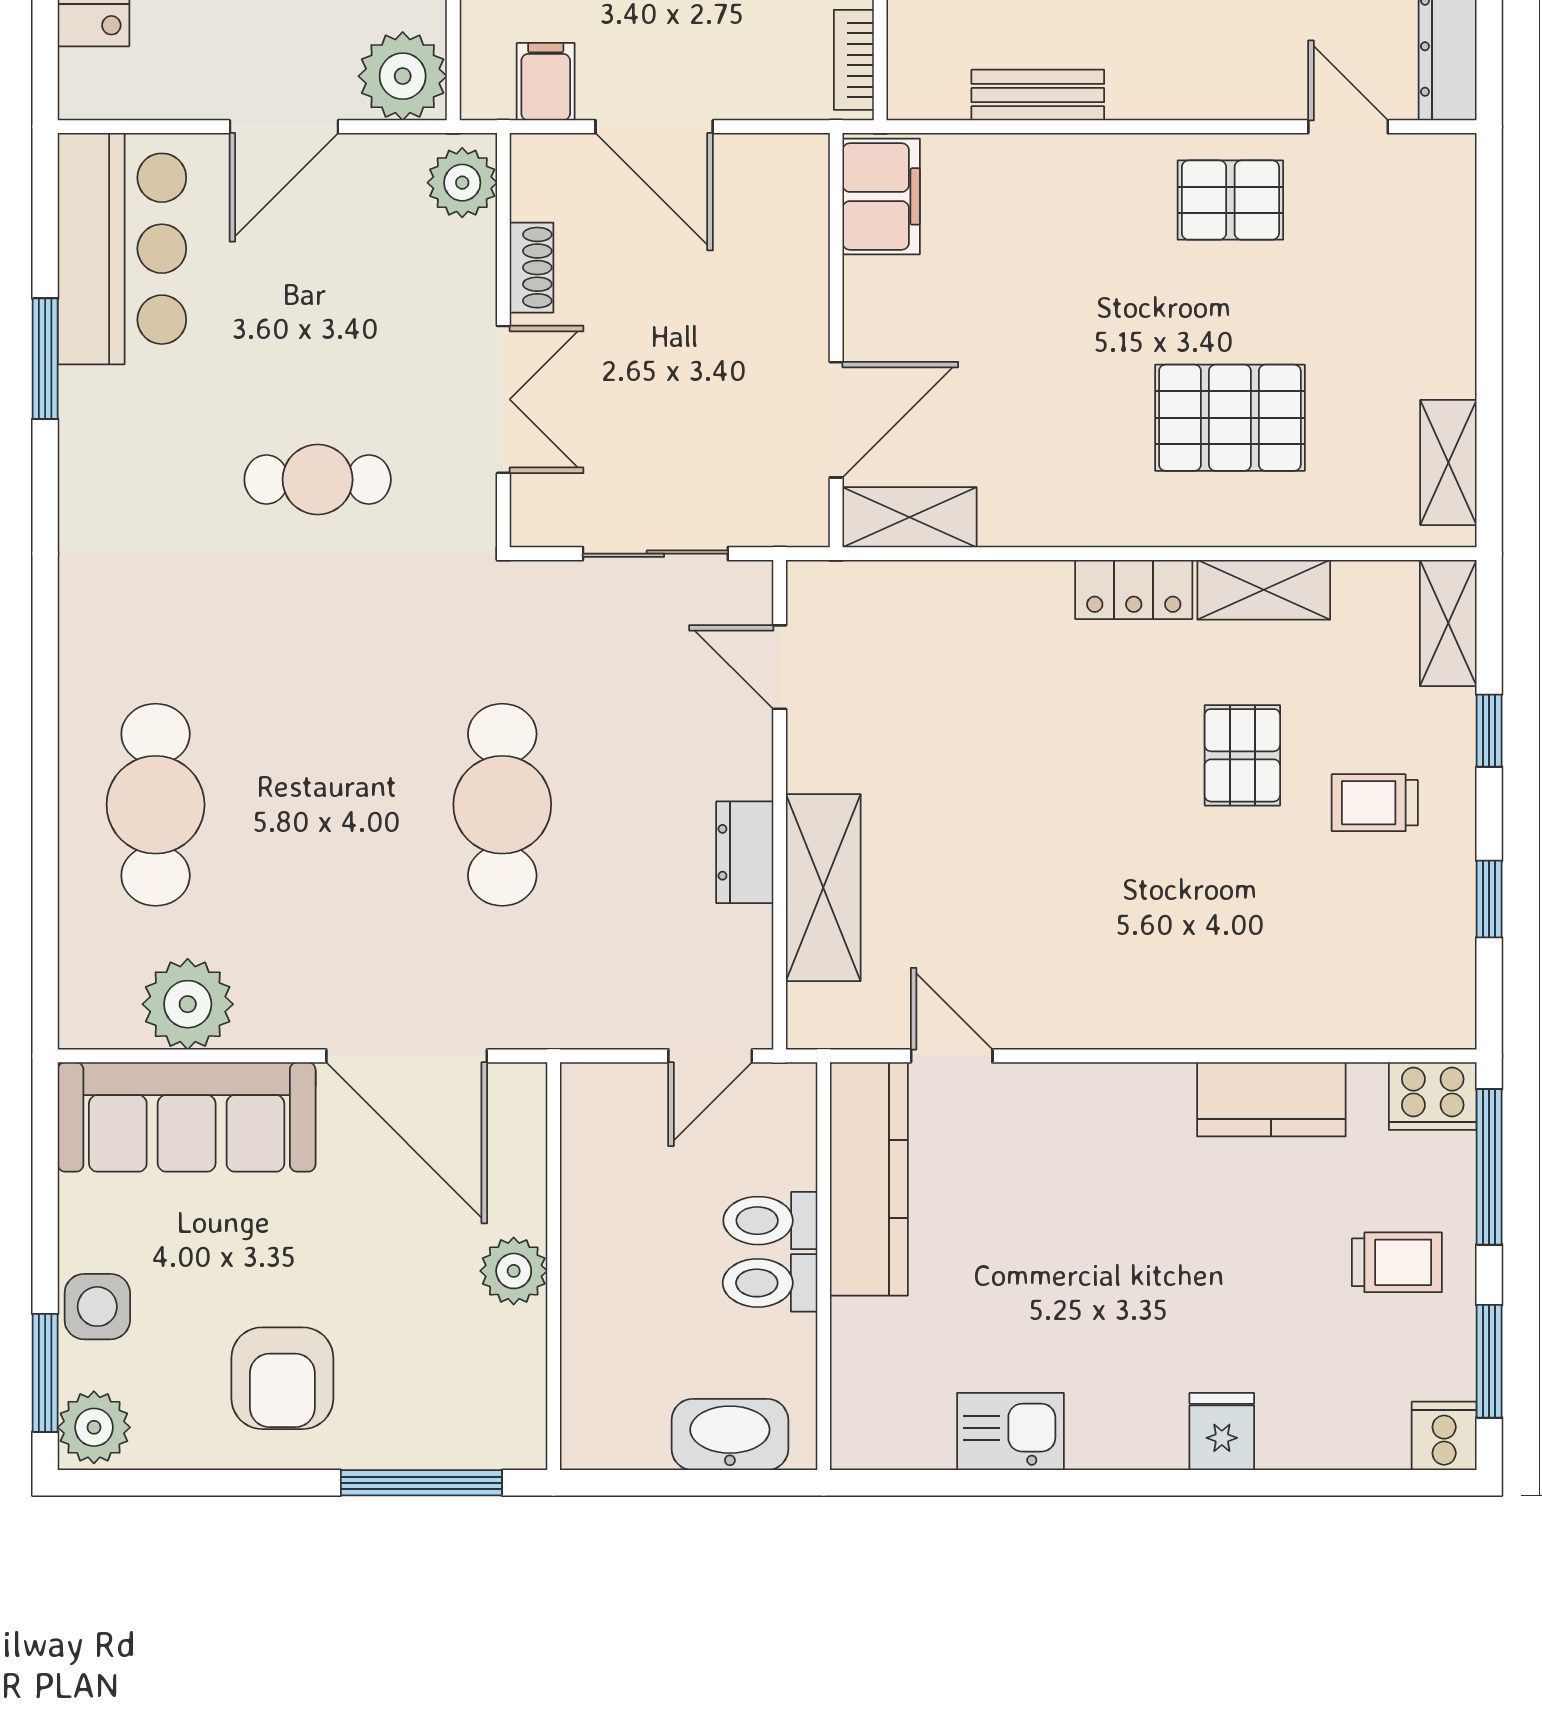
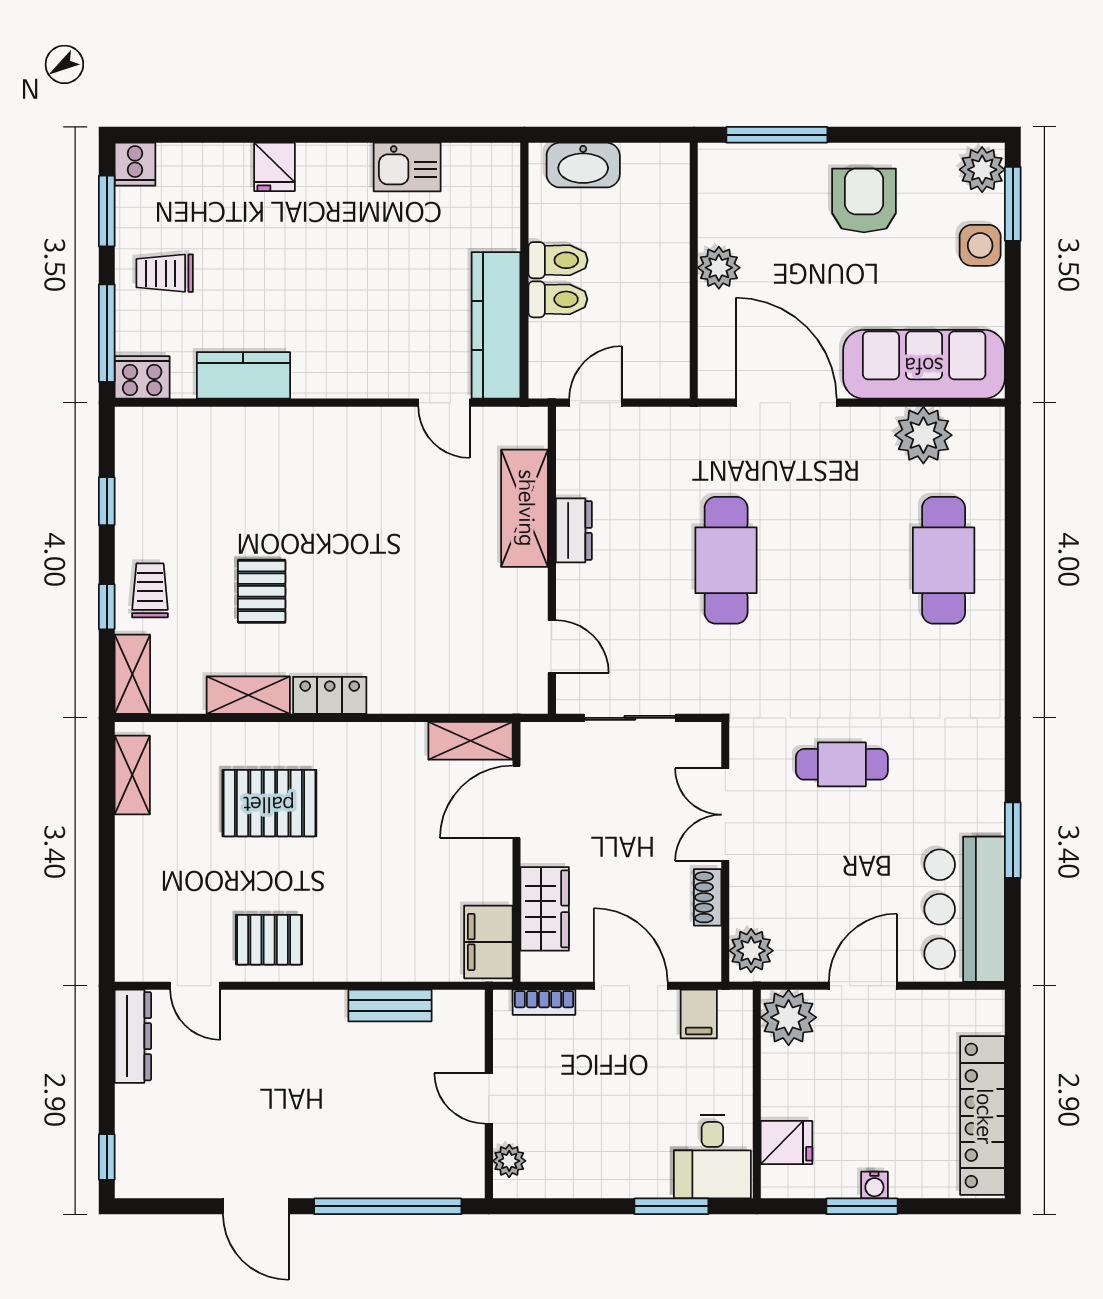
bookcase: (854, 60) -> (544, 1002), moved, turned 90
wardrobe: (791, 249) -> (545, 909), added
trolley: (1375, 803) -> (150, 590), moved, turned -90

